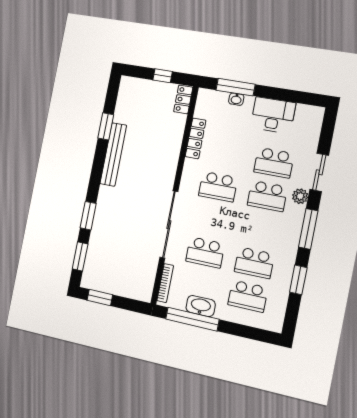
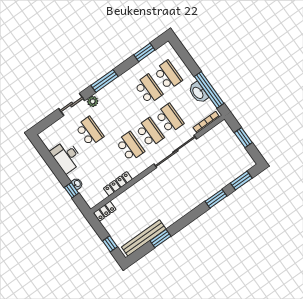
window: (163, 76) -> (110, 244), moved
window: (235, 87) -> (72, 190), width x0.46
bench: (113, 154) -> (144, 238), moved
school desk: (267, 196) -> (150, 133), moved
window: (298, 280) -> (144, 52), moved
window: (100, 298) -> (243, 138), moved

